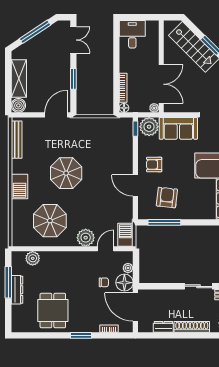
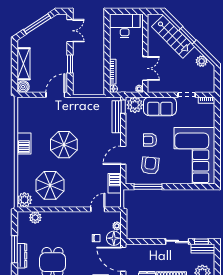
desk: (132, 34) -> (125, 26), width x1.37
double door: (161, 84) -> (145, 68), width x0.73
bench: (17, 140) -> (117, 117), moved
armchair: (154, 165) -> (150, 140), moved
barbecue: (19, 186) -> (24, 143), moved
door: (135, 186) -> (123, 155), hinge flipped
barbecue: (125, 235) -> (115, 183), moved
plant: (86, 238) -> (24, 200), moved
window: (8, 282) -> (14, 249), moved
dresser: (17, 290) -> (22, 256), moved

